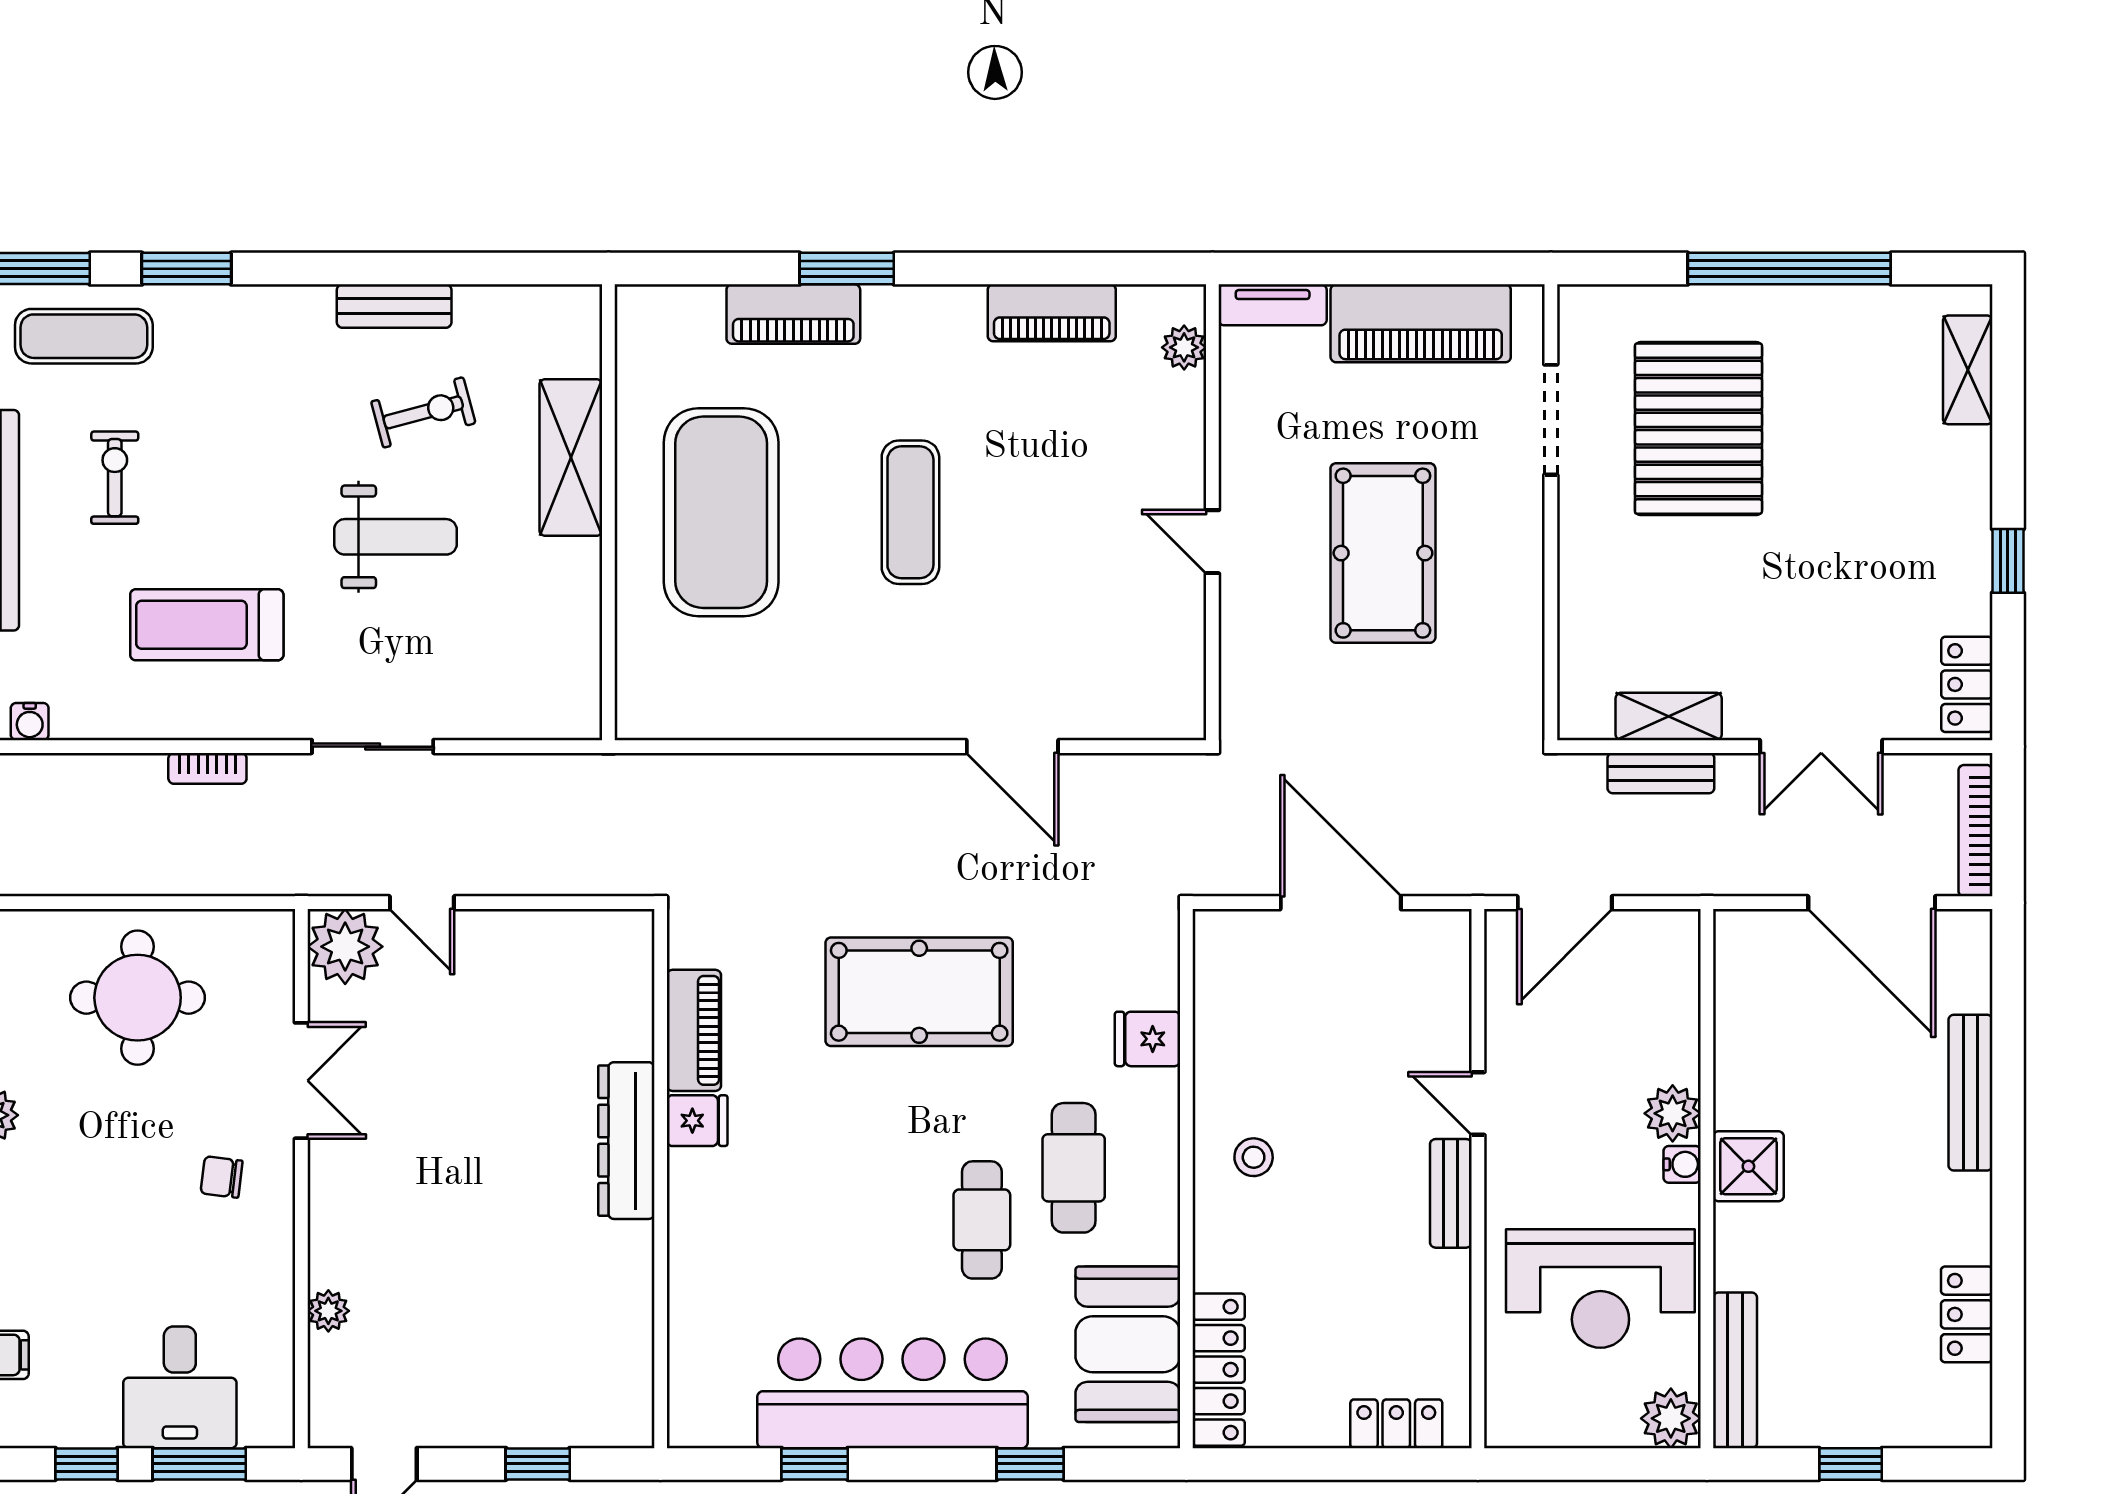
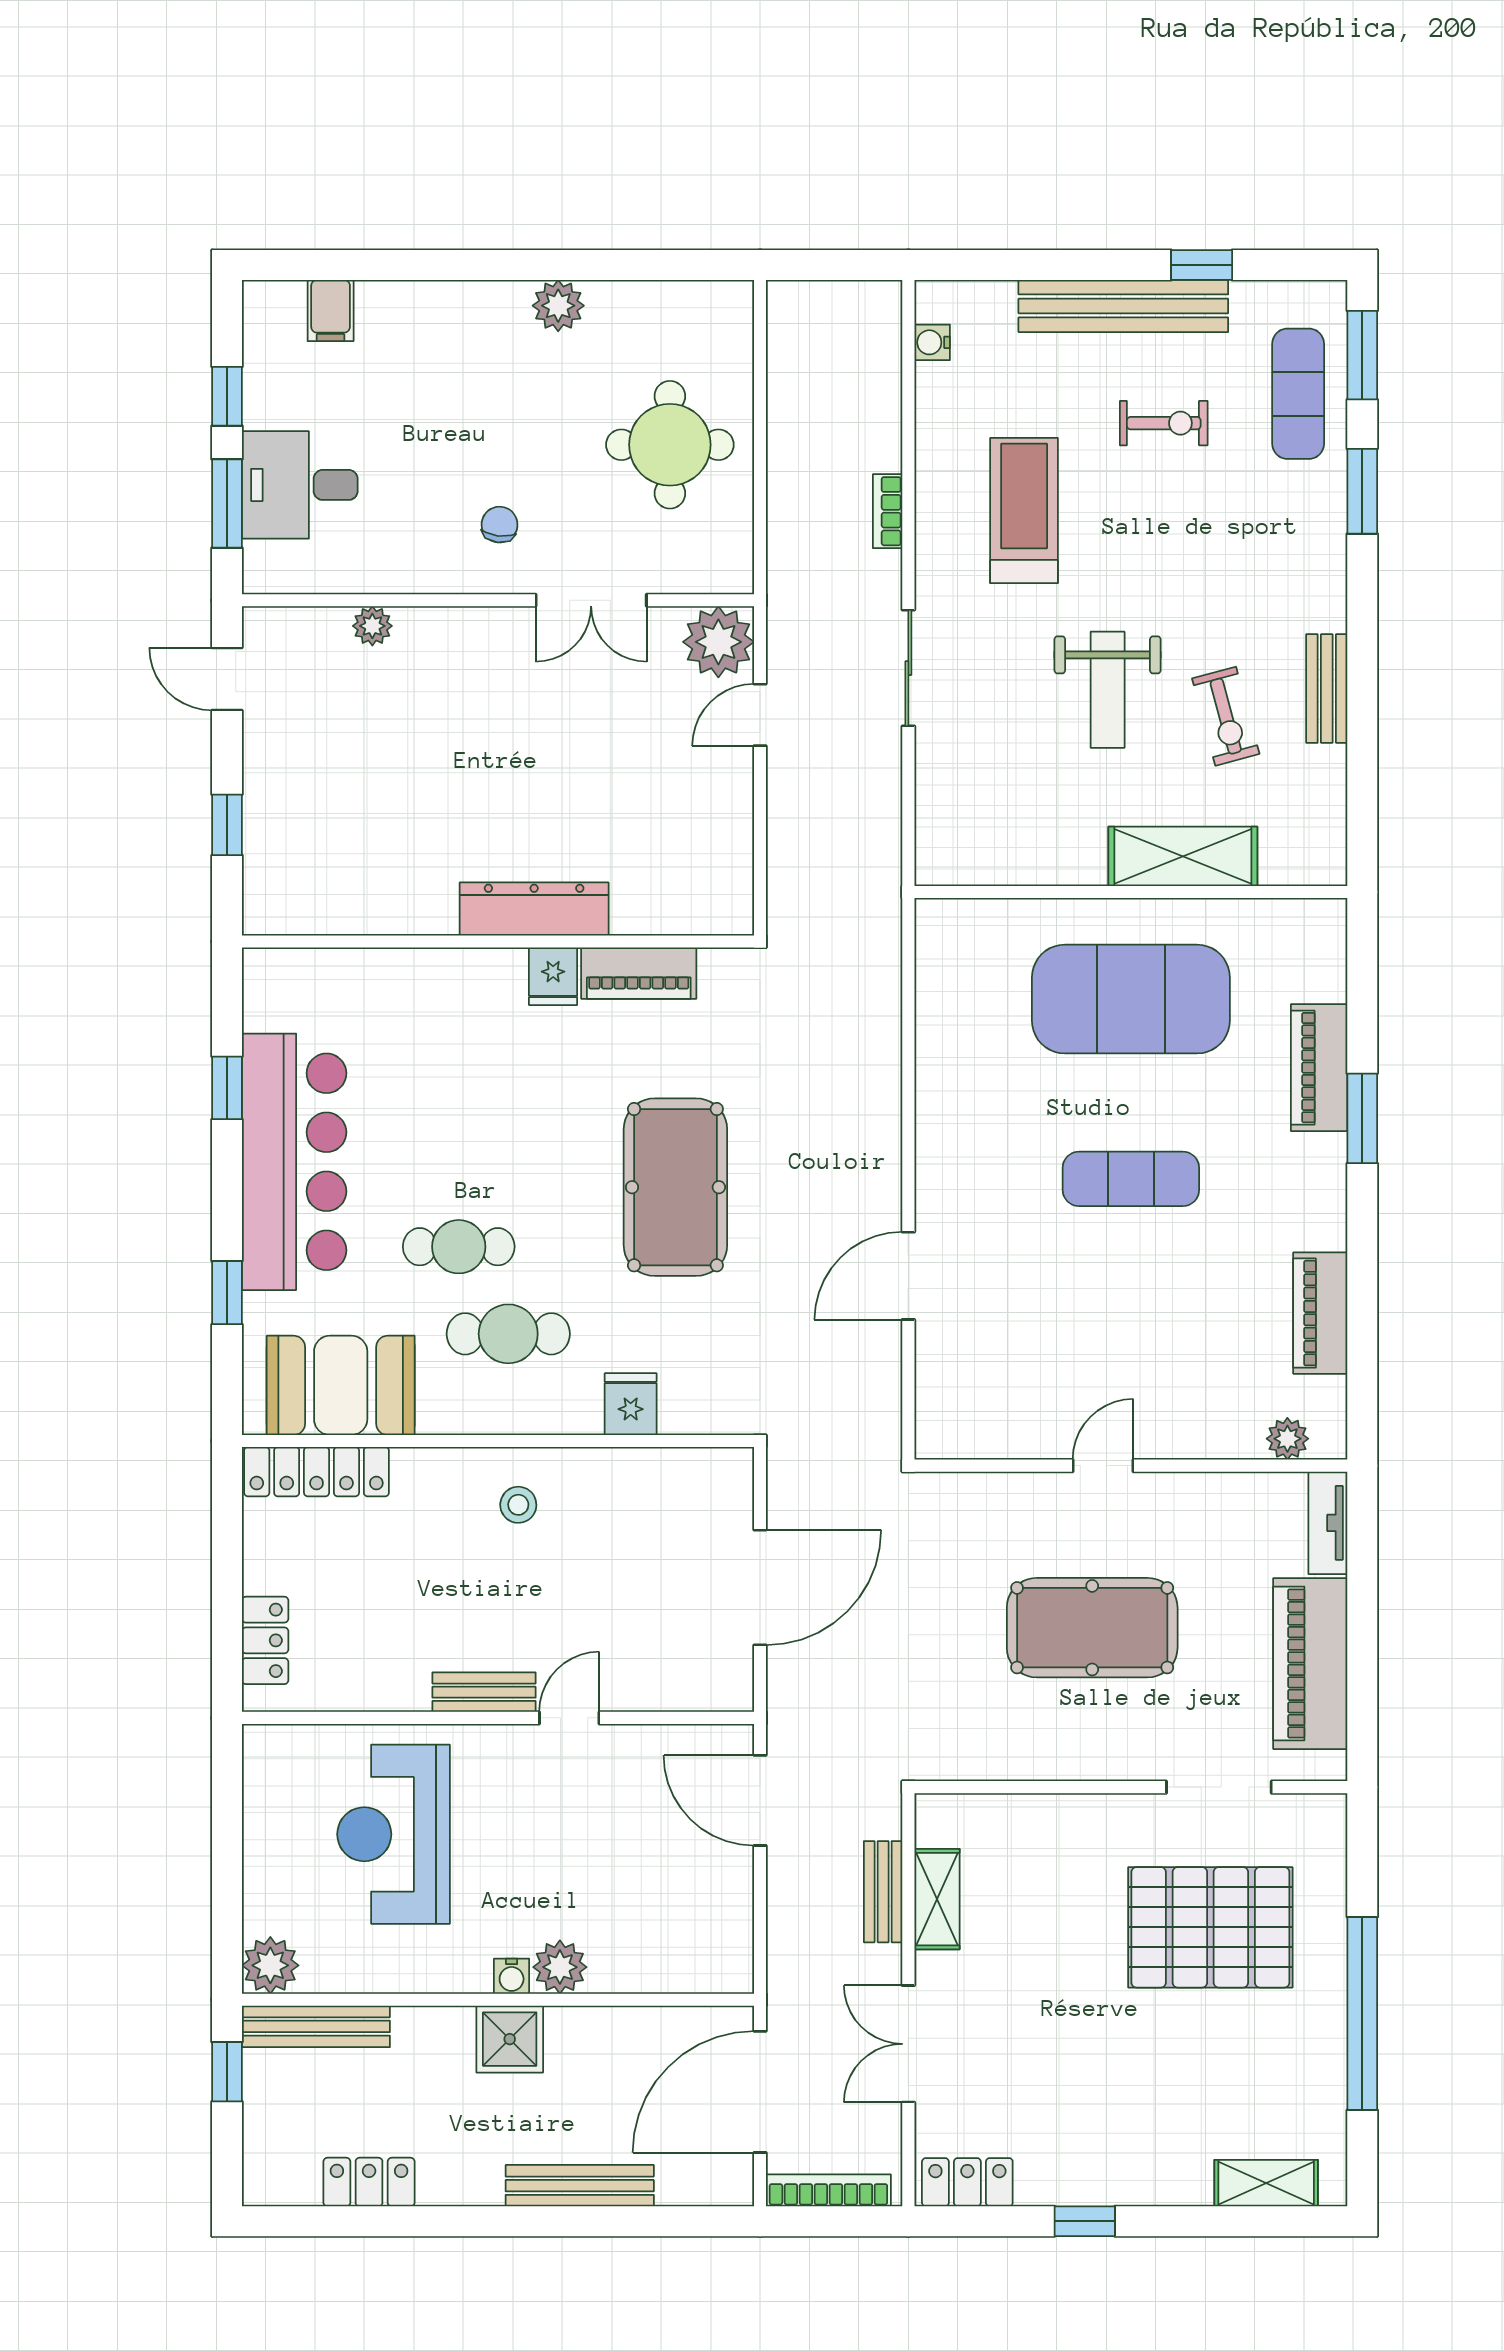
plant: (1673, 1113) -> (560, 1967), moved
water cooler: (1682, 1164) -> (512, 1976), moved
shower: (1748, 1166) -> (510, 2039), moved
wall: (1707, 1179) -> (498, 2000), moved
bench: (1735, 1370) -> (316, 2026), moved
plant: (1671, 1418) -> (270, 1965), moved

